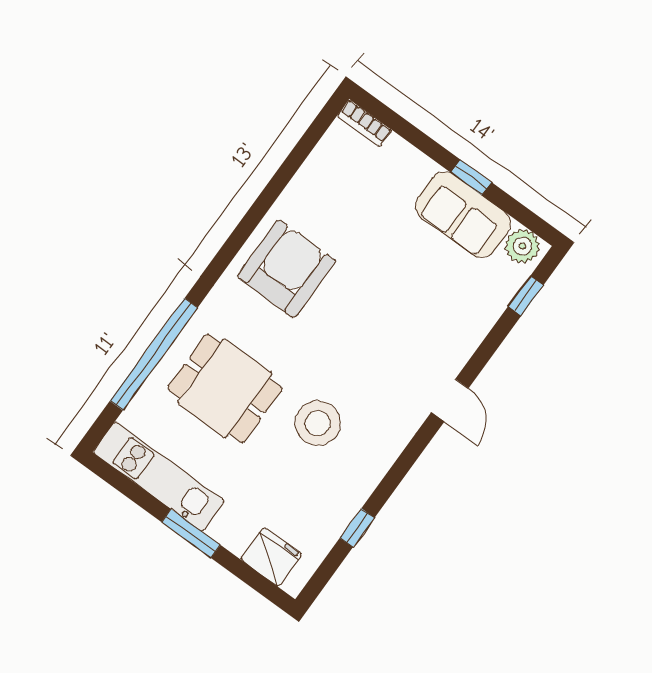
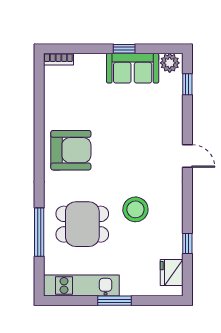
armchair: (286, 269) -> (71, 150), turned 90
window: (154, 354) -> (39, 232), width x0.68
fridge: (271, 557) -> (172, 273), moved, turned -90

